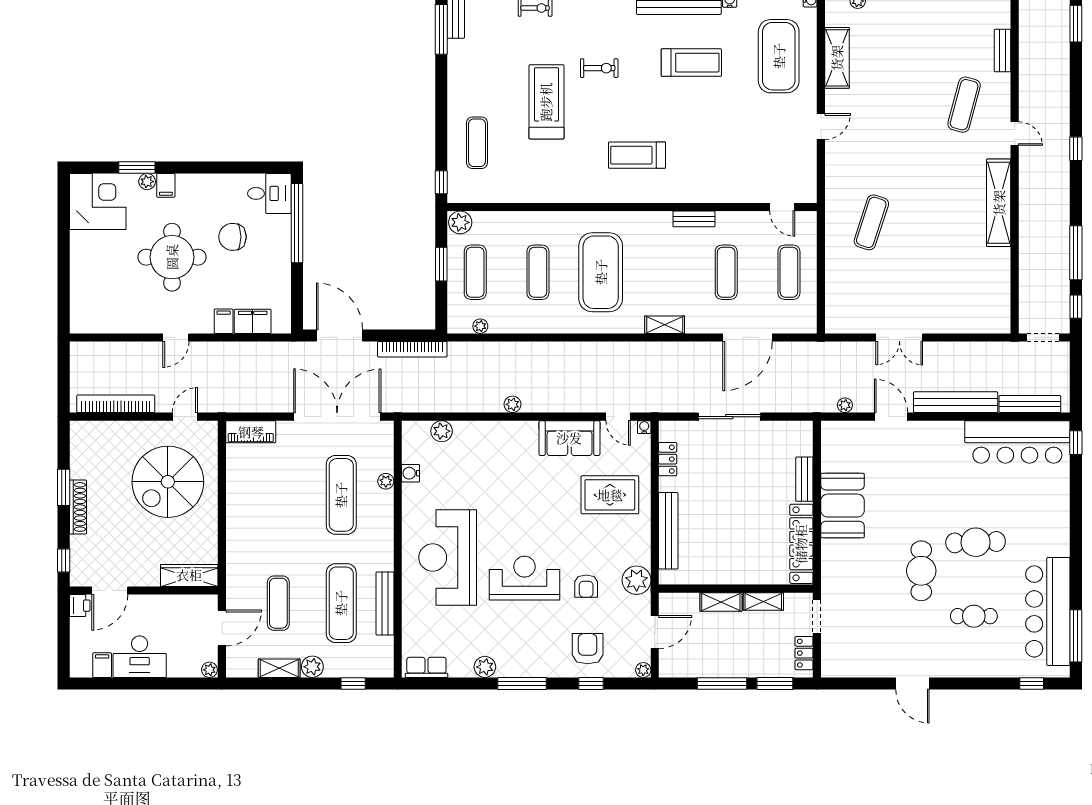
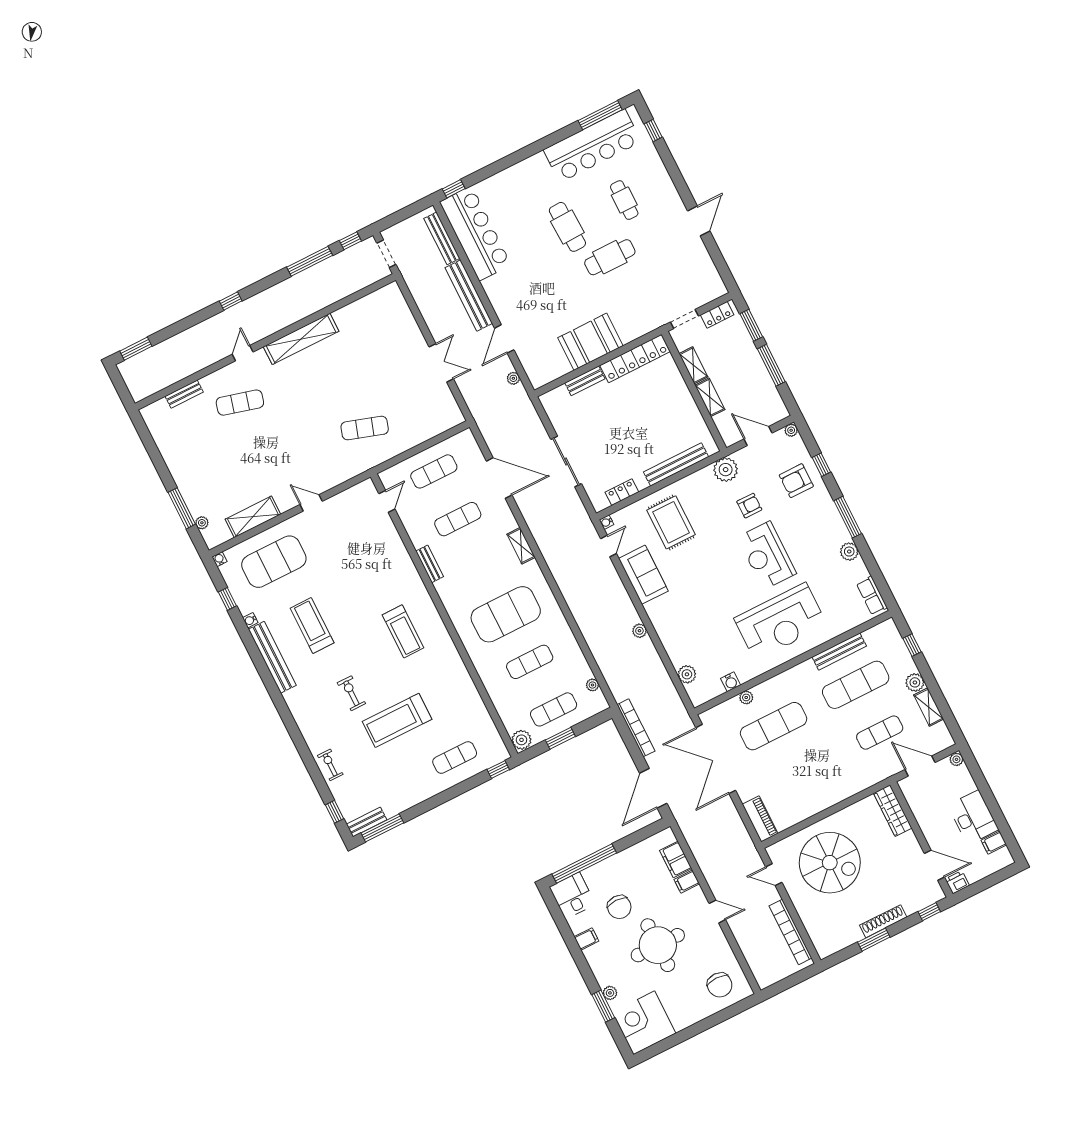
filing cabinet: (166, 185) -> (586, 939), moved
chair: (97, 301) -> (720, 985), added

